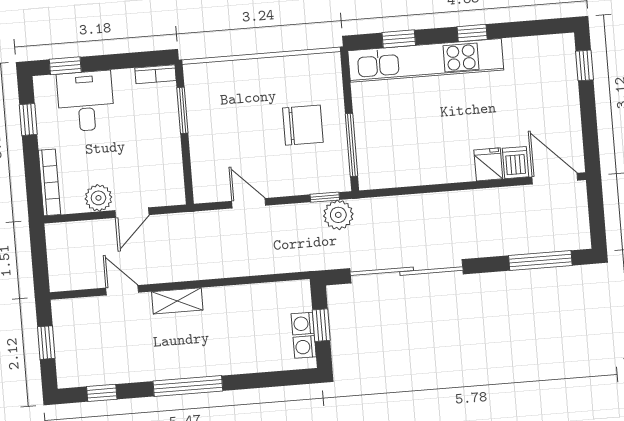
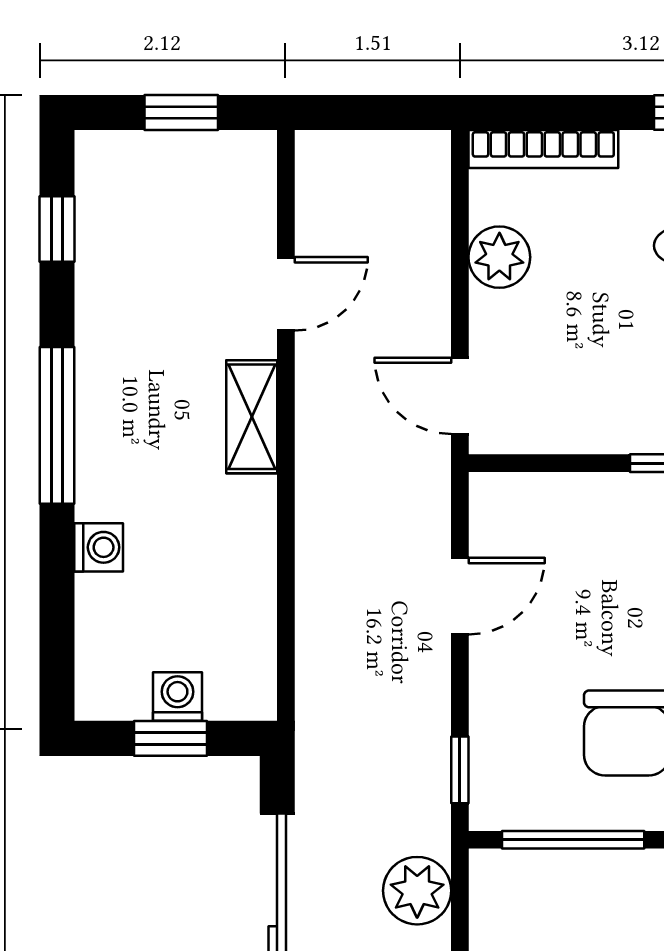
door: (132, 213) -> (460, 396), moved
plant: (338, 215) -> (417, 891), moved
washing machine: (305, 347) -> (99, 547), moved, turned 90

